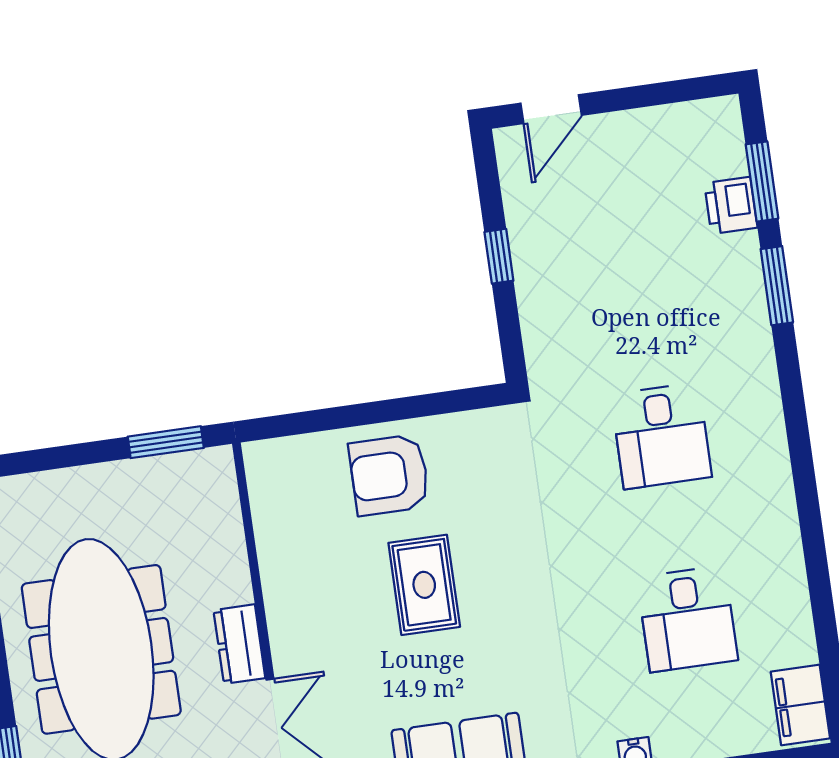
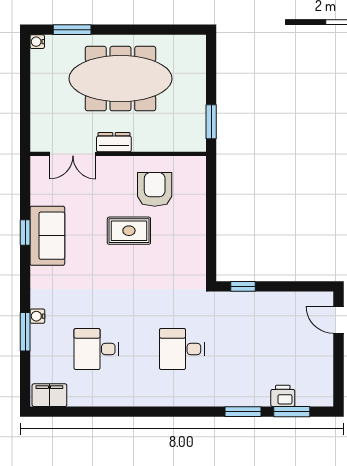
window: (499, 256) -> (243, 286), moved
armchair: (389, 475) -> (155, 189), moved

